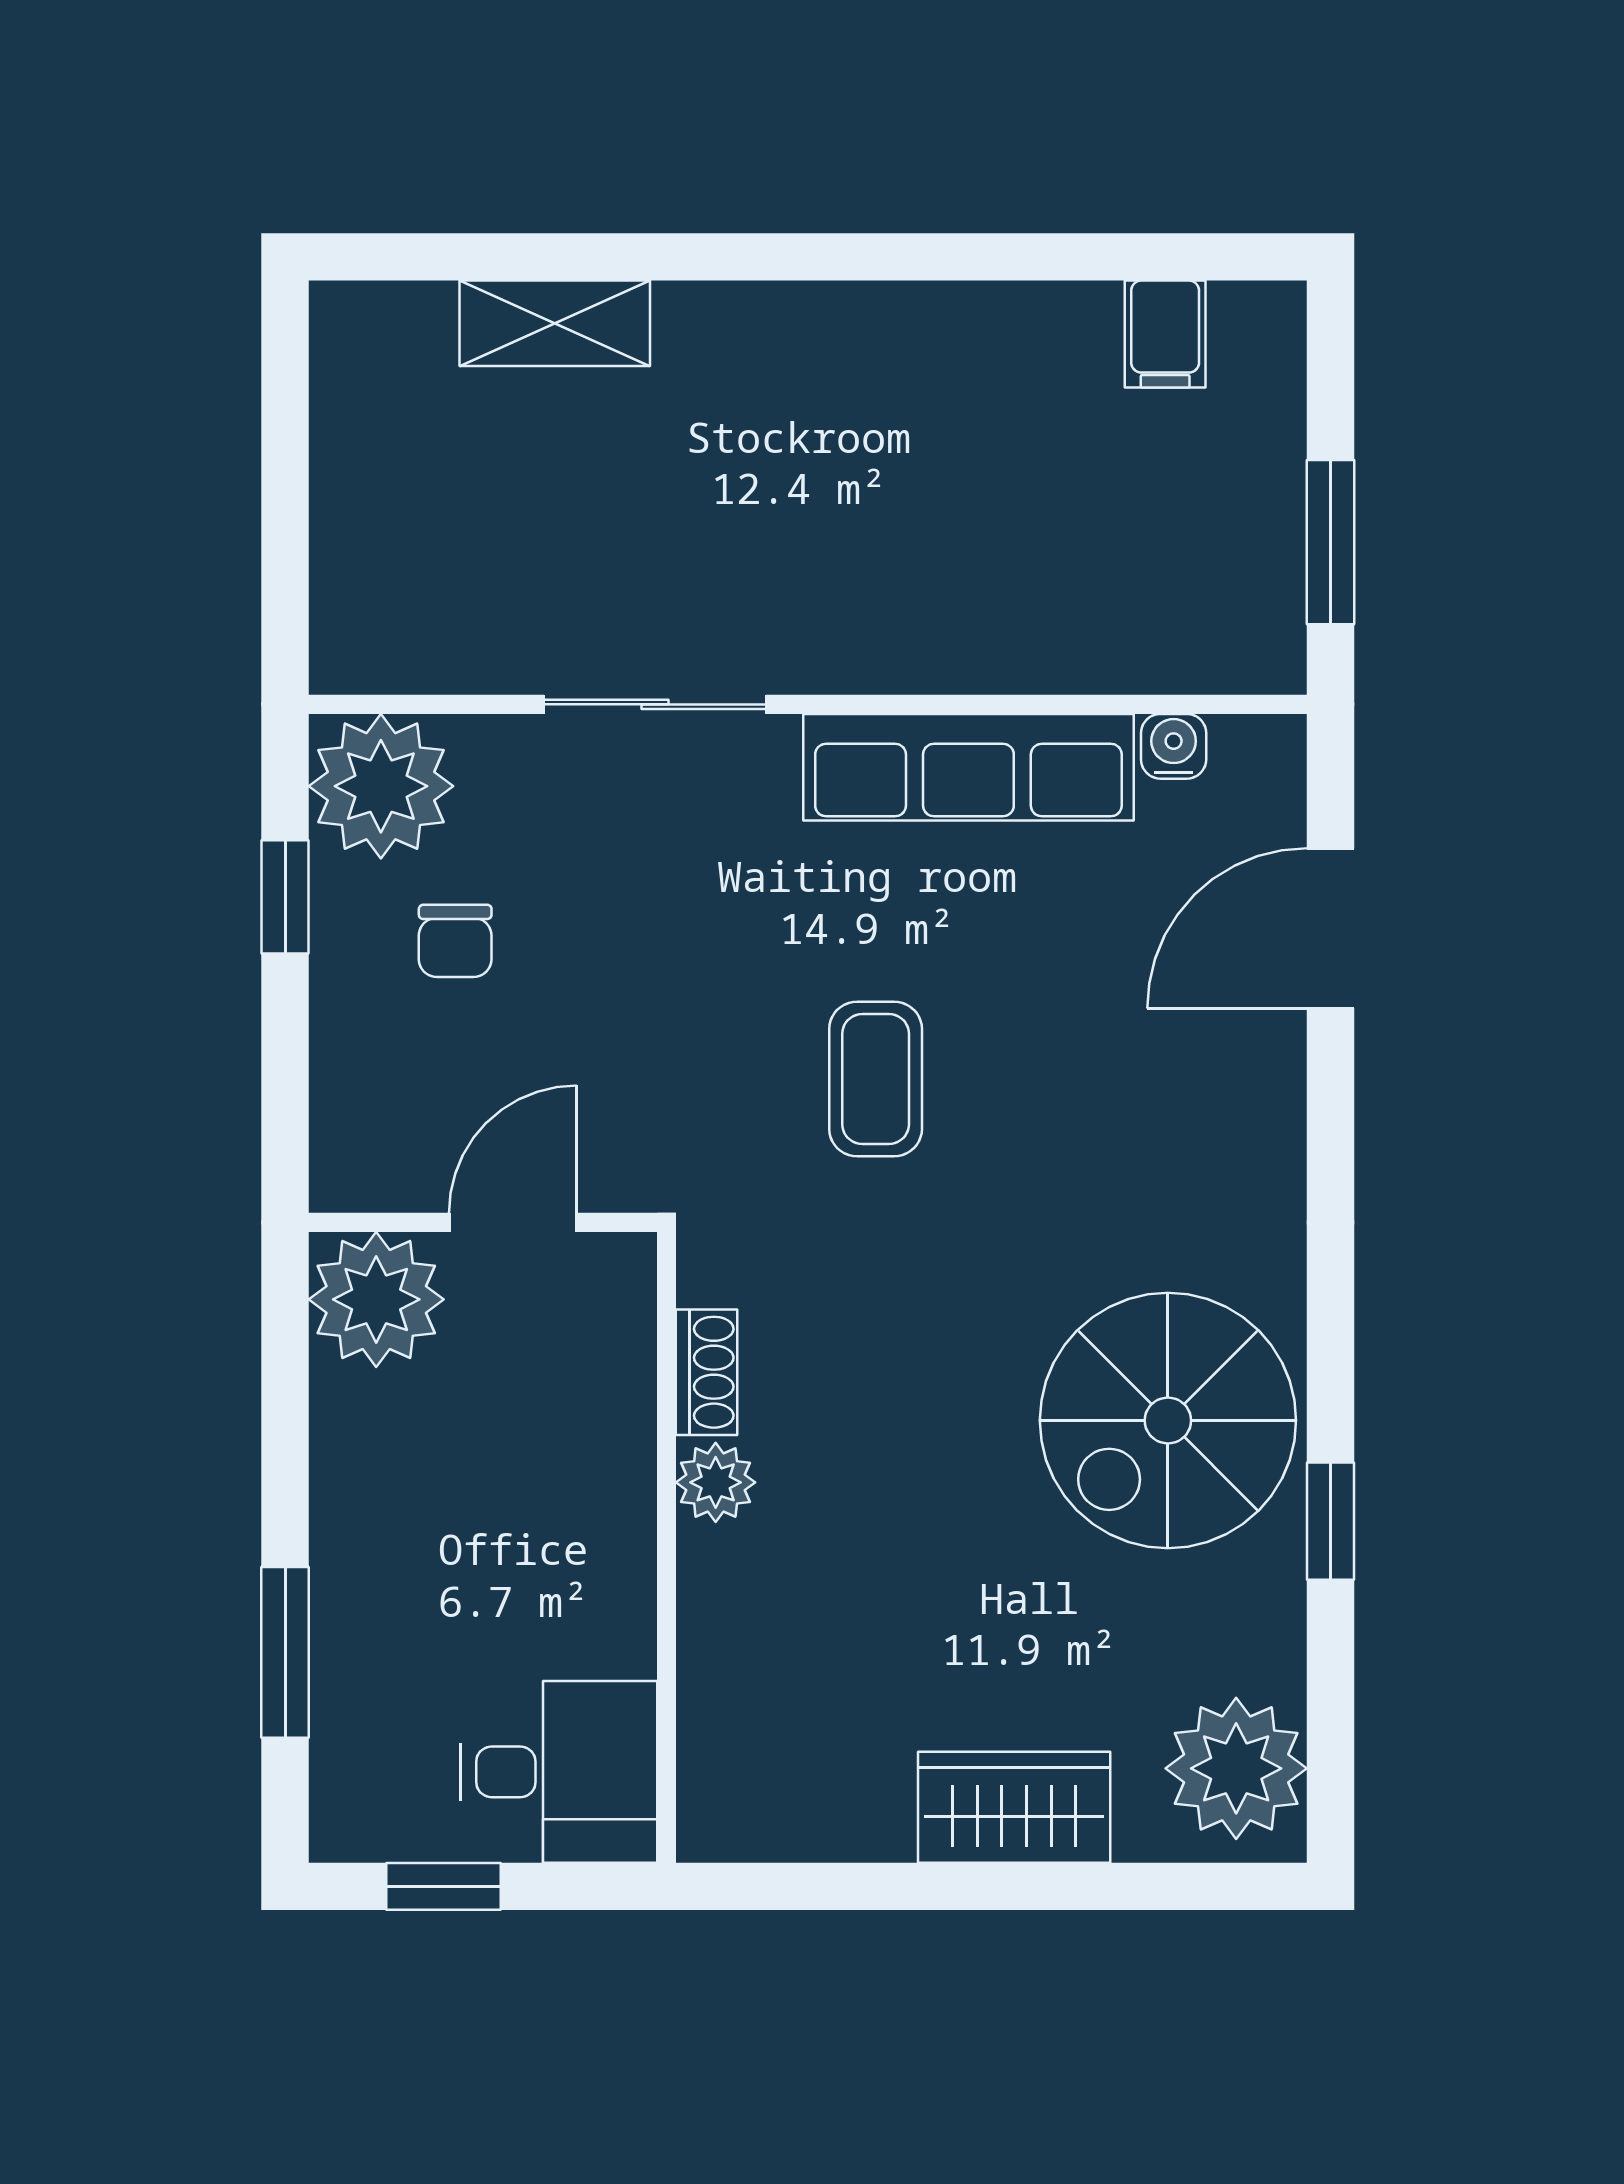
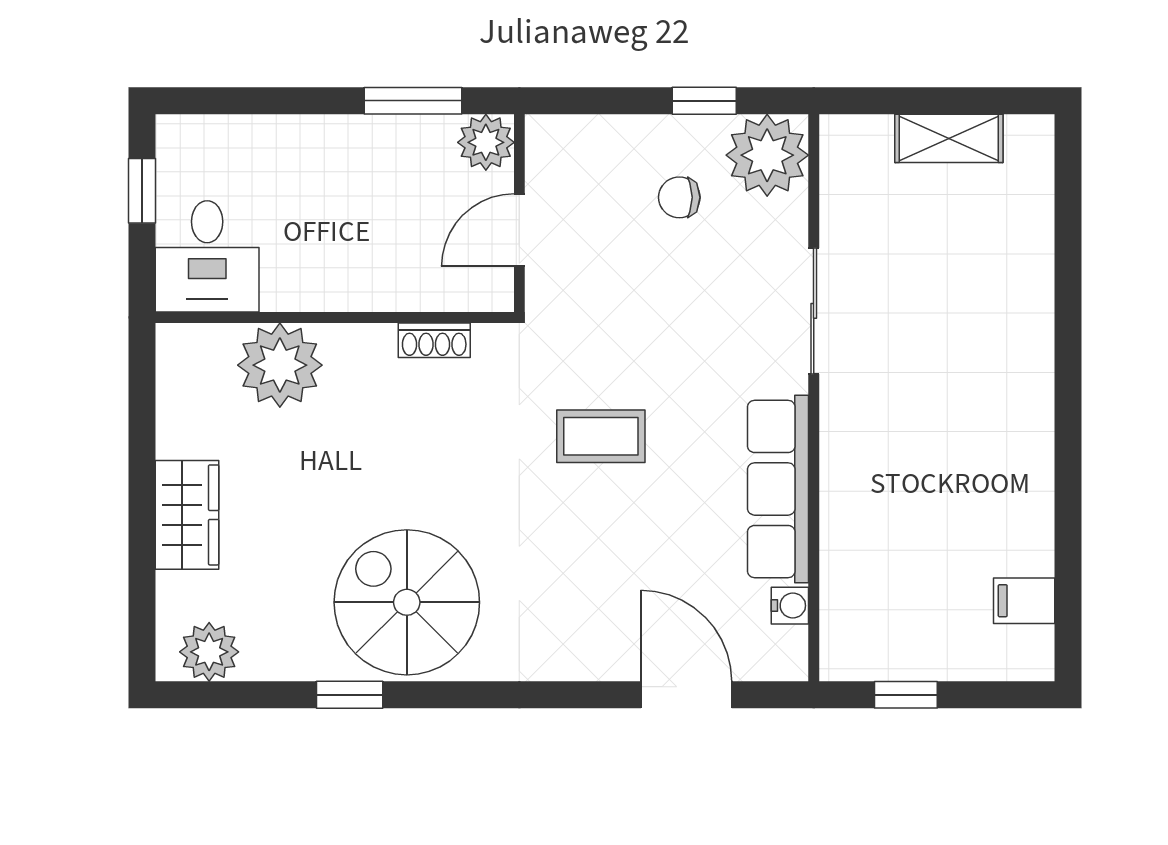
shelving: (555, 323) -> (949, 138), moved, turned 90
window: (1331, 542) -> (906, 695), width x0.67
door: (513, 1222) -> (519, 230), swing flipped
plant: (376, 1299) -> (486, 142), width x0.73, depth x0.73
plant: (716, 1482) -> (280, 365), moved, width x1.88, depth x1.88
window: (285, 1652) -> (413, 101), moved
plant: (1236, 1768) -> (209, 652), width x0.73, depth x0.73

